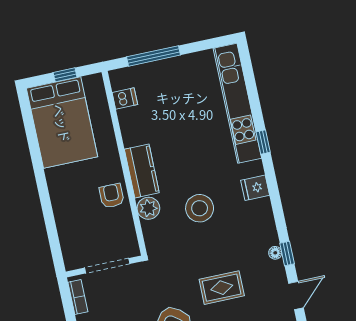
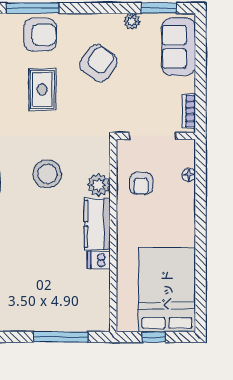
dishwasher: (125, 98) -> (99, 260), moved
armchair: (112, 196) -> (141, 183), moved
floor lamp: (65, 236) -> (189, 175), added
rug: (222, 288) -> (42, 89), turned 90

